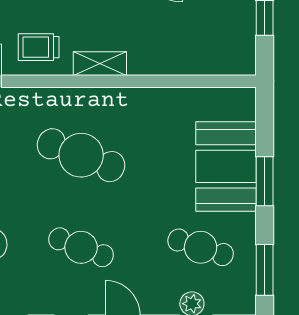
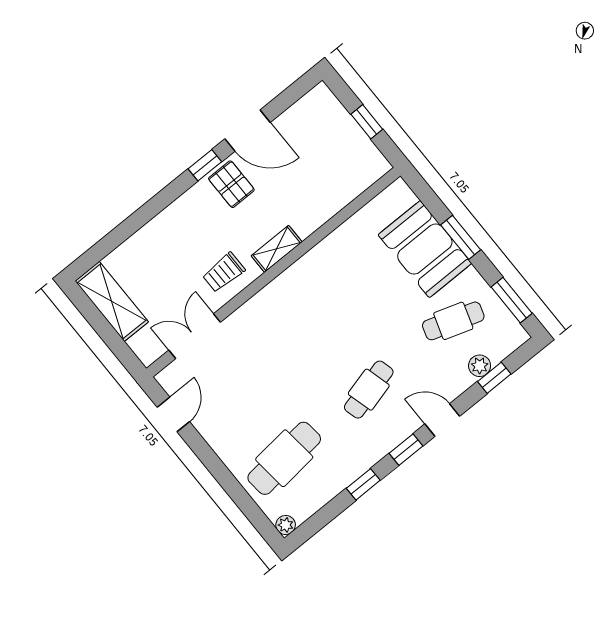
cafe table: (81, 155) -> (316, 324), removed
cafe table: (81, 247) -> (369, 390), turned -36

